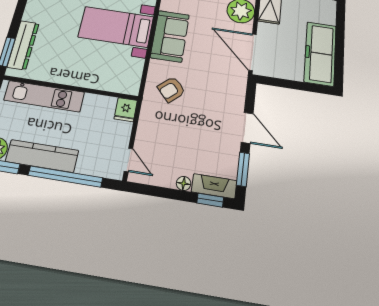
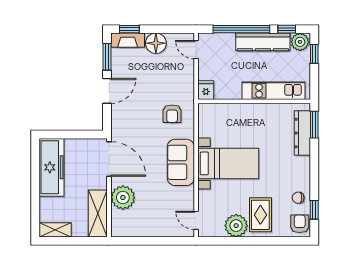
armchair: (171, 89) -> (172, 114), turned 132
door: (247, 128) -> (107, 91), swing flipped
floor lamp: (184, 183) -> (156, 43), width x1.89, depth x1.89

